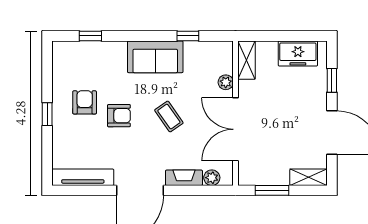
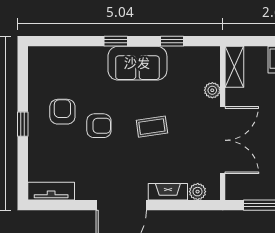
window: (90, 36) -> (116, 41), moved
coffee table: (169, 117) -> (152, 127), turned -63
double door: (236, 129) -> (223, 140), swing flipped
tv unit: (83, 177) -> (51, 191), width x0.71

